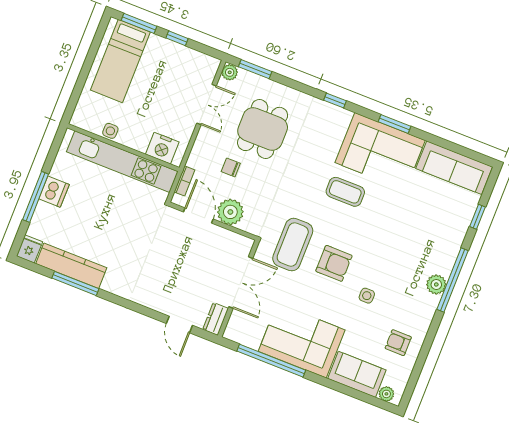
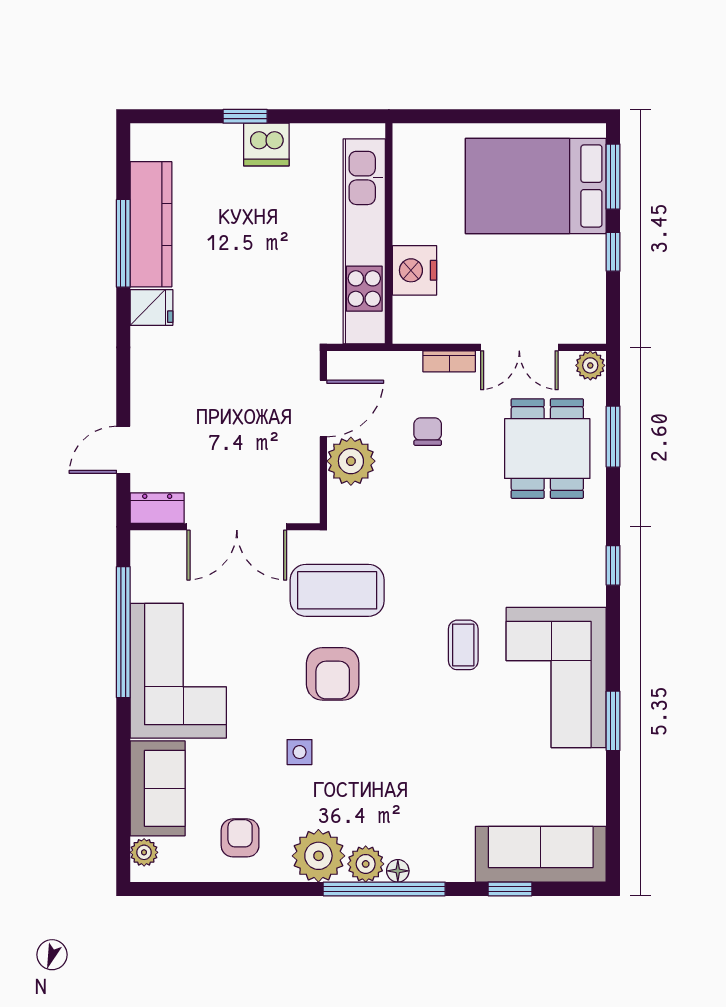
bed: (120, 61) -> (536, 186), width x1.50
window: (255, 69) -> (613, 437), moved
window: (394, 124) -> (613, 721), moved
dining table: (263, 129) -> (547, 449), moved, turned 90
side table: (110, 131) -> (409, 200), removed
nightstand: (162, 148) -> (414, 270), moved
sofa: (454, 168) -> (541, 854), moved, turned 90
bookcase: (184, 181) -> (449, 361), moved
coffee table: (345, 192) -> (463, 645), width x0.73, depth x0.77
window: (36, 197) -> (245, 116), width x0.46
fridge: (29, 249) -> (151, 307), moved
floor lamp: (446, 270) -> (398, 871), added
plant: (423, 307) -> (318, 856), added

